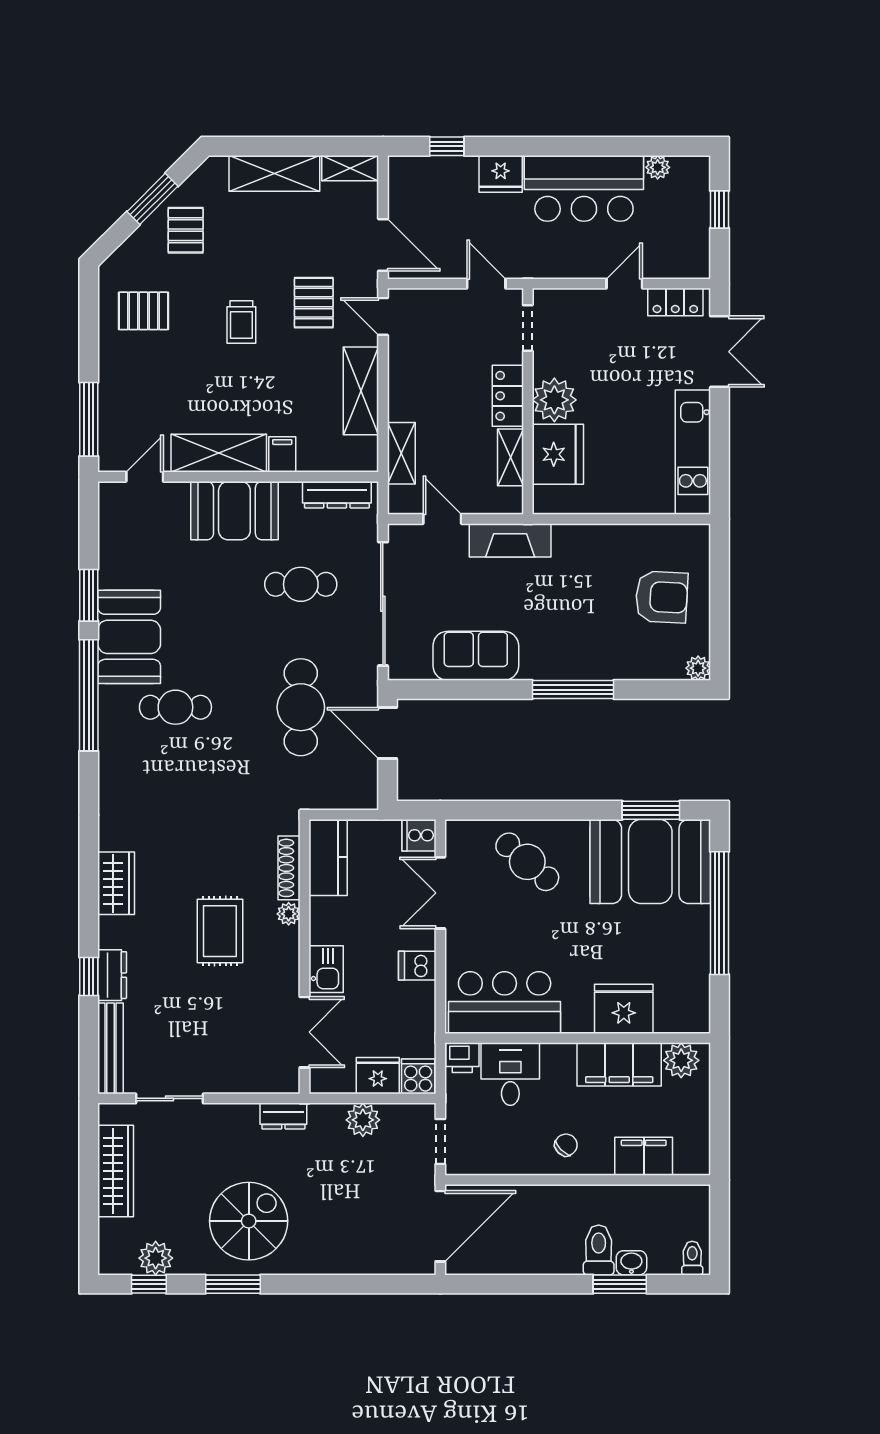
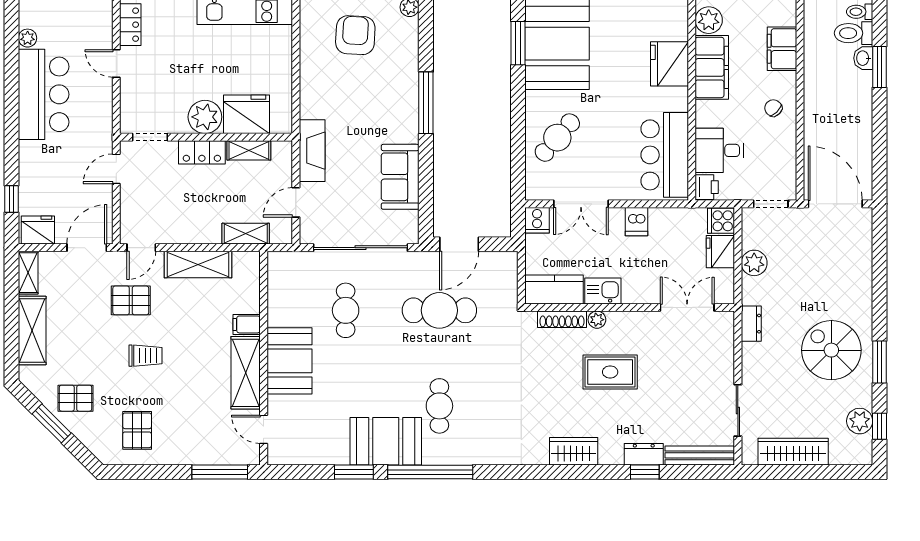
fridge: (501, 174) -> (38, 230), moved, turned -90
dresser: (337, 495) -> (277, 283), removed
kitchen sink: (326, 969) -> (603, 291), moved
toilet: (599, 1250) -> (853, 33), moved

